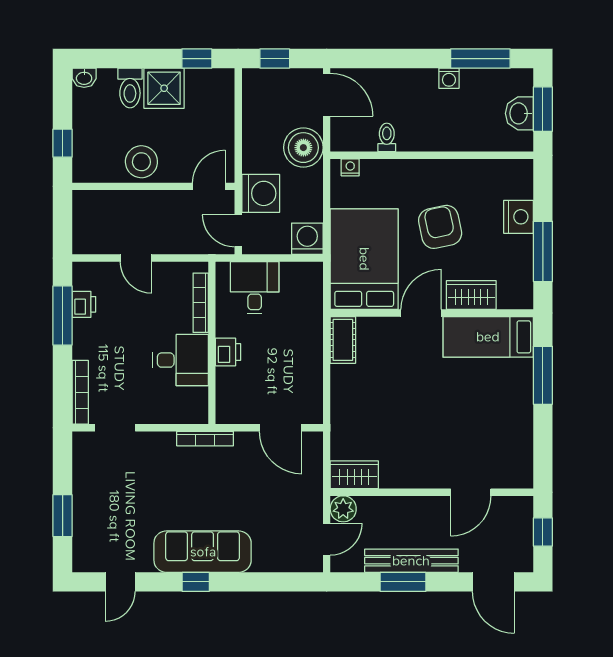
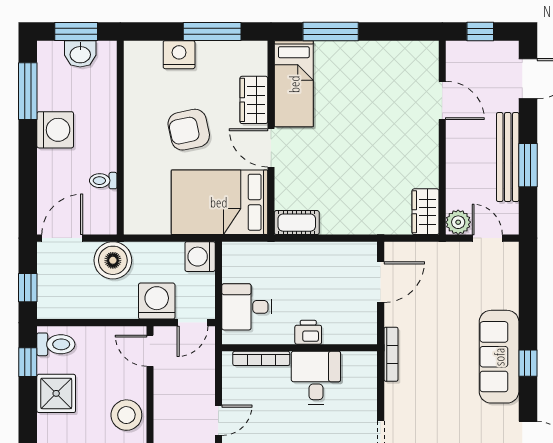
washing machine: (449, 78) -> (55, 130), width x1.89, depth x1.89
toilet: (130, 88) -> (56, 344), moved
nightstand: (350, 167) -> (132, 216), removed

